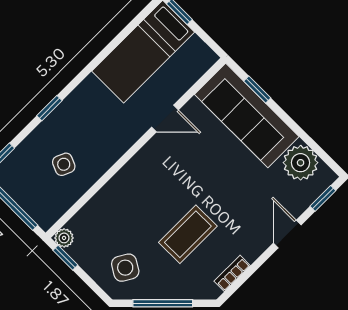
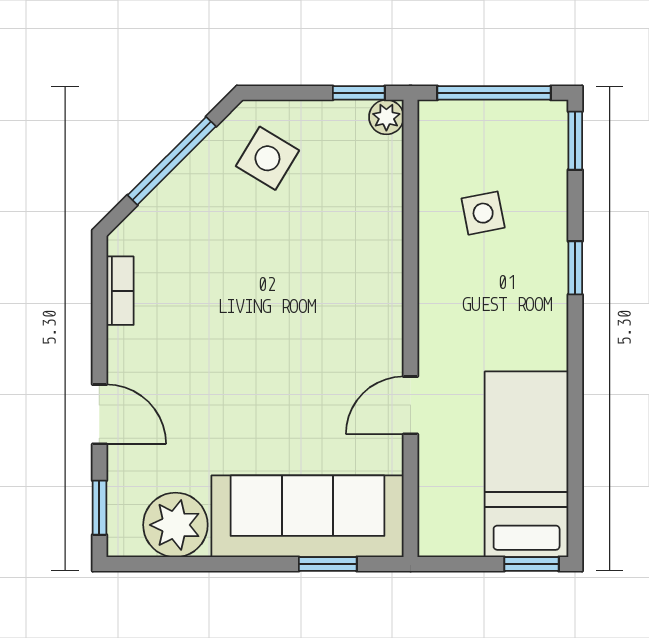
side table: (64, 164) -> (483, 213), turned -35
coffee table: (188, 234) -> (229, 284), removed

